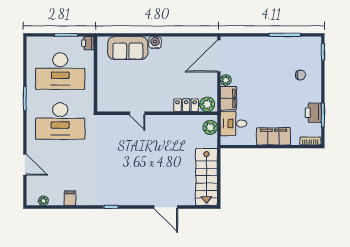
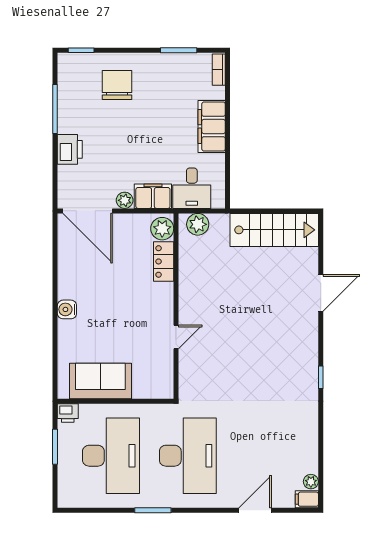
sofa: (128, 48) -> (100, 381), moved, turned -90
chair: (300, 75) -> (117, 85), width x1.87, depth x1.87
printer: (313, 113) -> (70, 149), moved, turned -90
filing cabinet: (70, 198) -> (307, 499), moved

